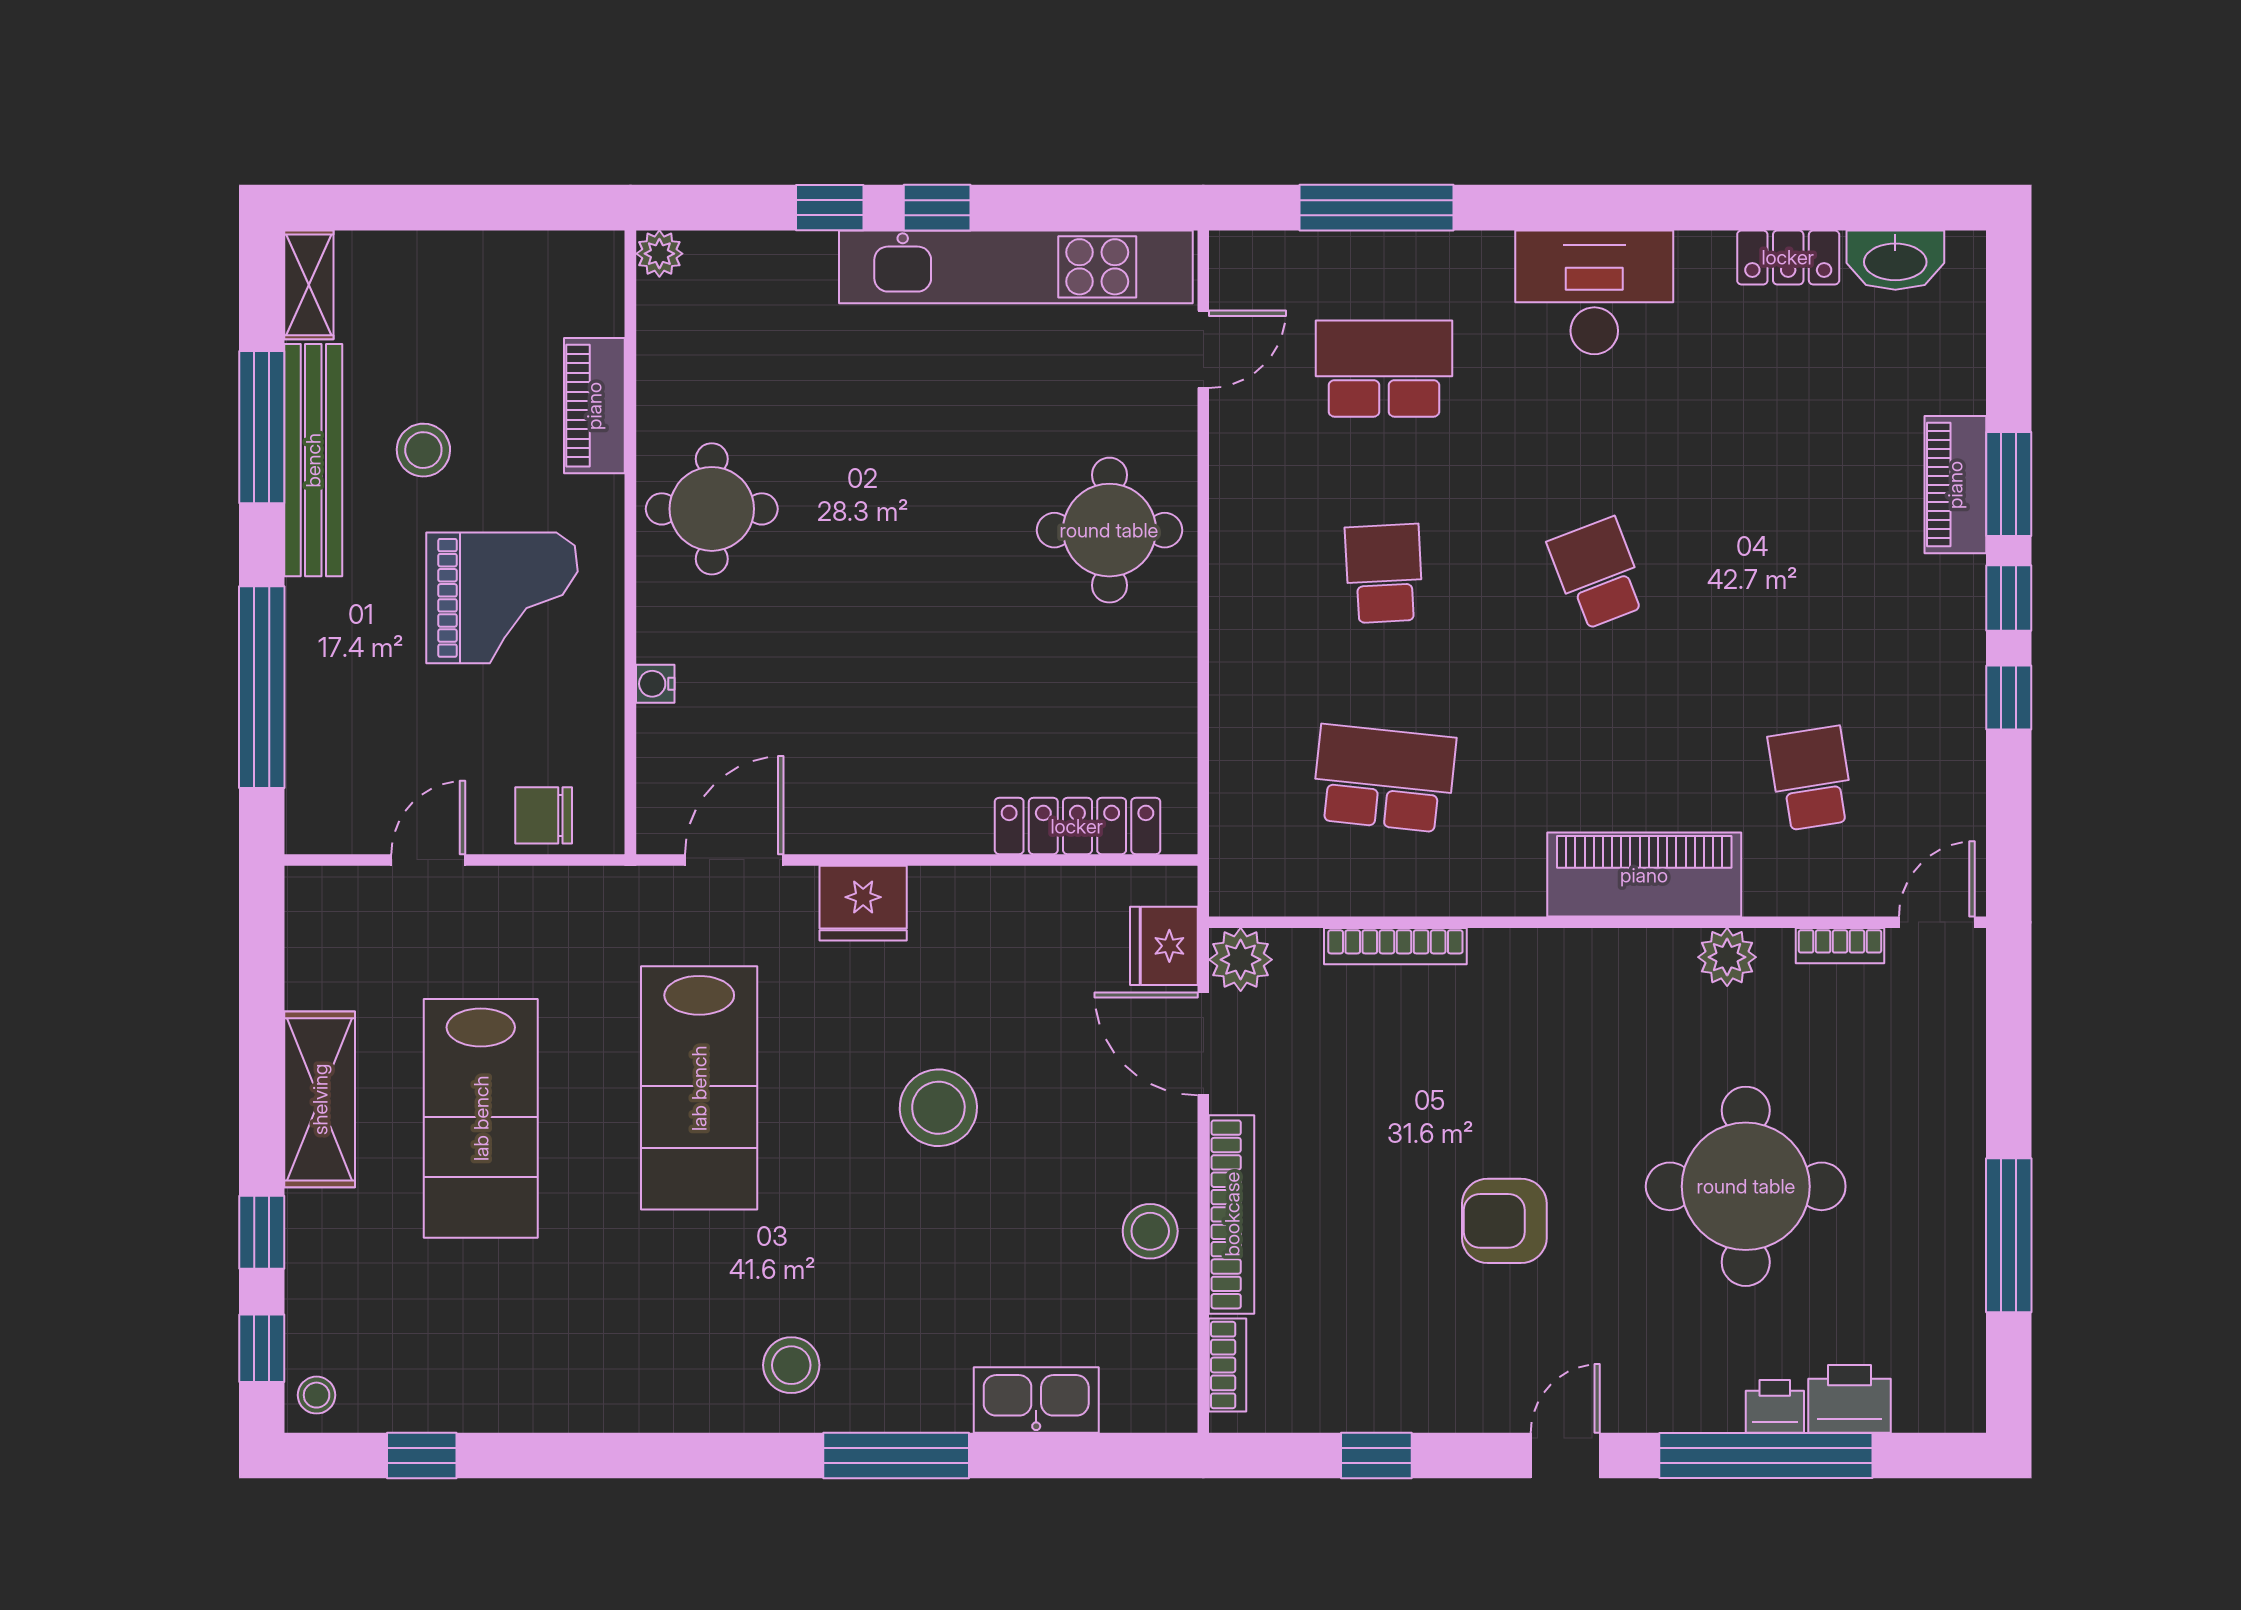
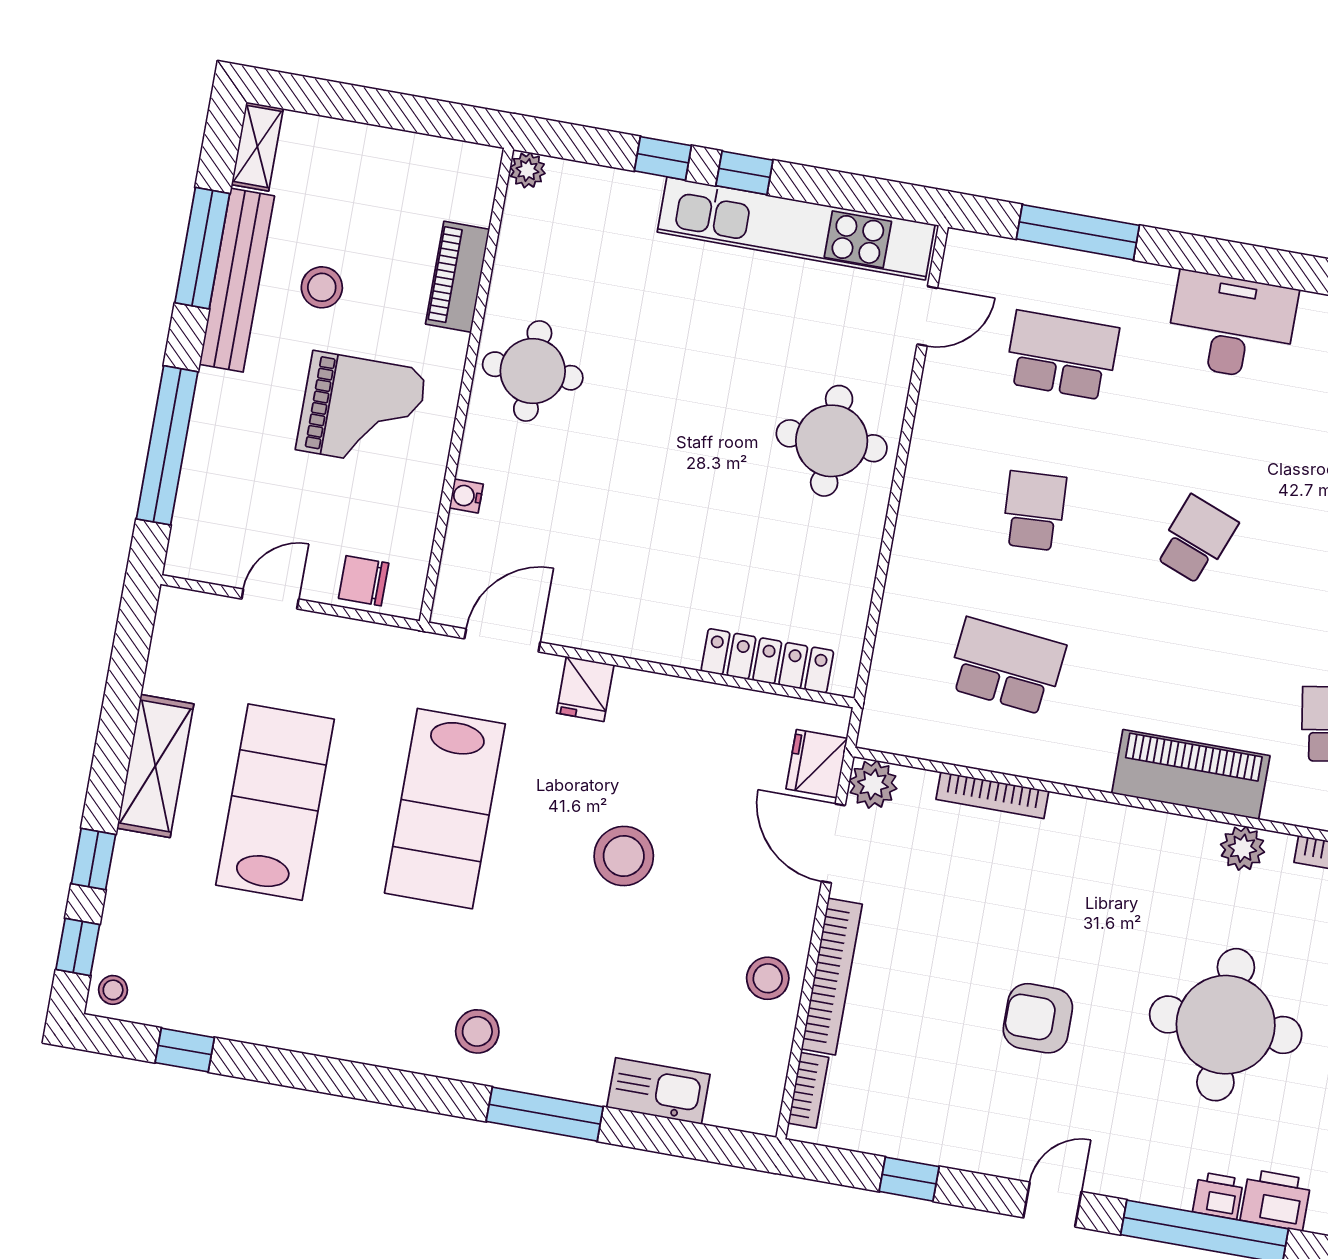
school desk: (1598, 573) -> (1196, 540), turned 42
fridge: (863, 903) -> (585, 689), width x0.72
lab bench: (481, 1118) -> (275, 802), turned 180

